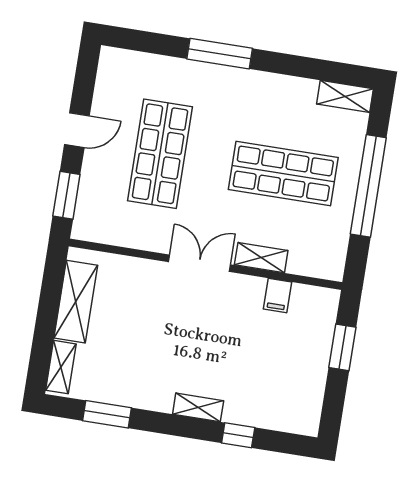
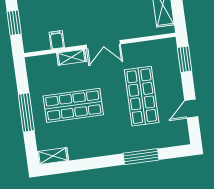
window: (220, 54) -> (141, 157), moved
door: (77, 130) -> (191, 109), moved
window: (368, 186) -> (26, 112), width x0.68

